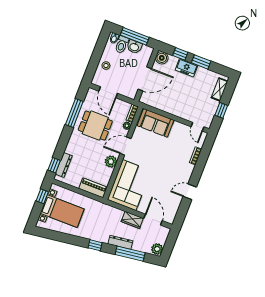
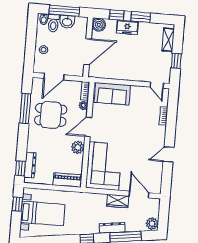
door: (108, 92) -> (54, 77), hinge flipped

